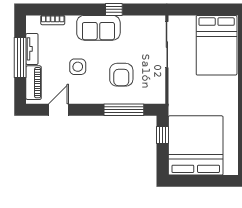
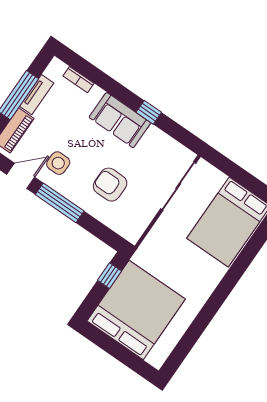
side table: (78, 67) -> (58, 163), moved
armchair: (121, 75) -> (110, 185), turned 90
window: (124, 110) -> (60, 203), moved

